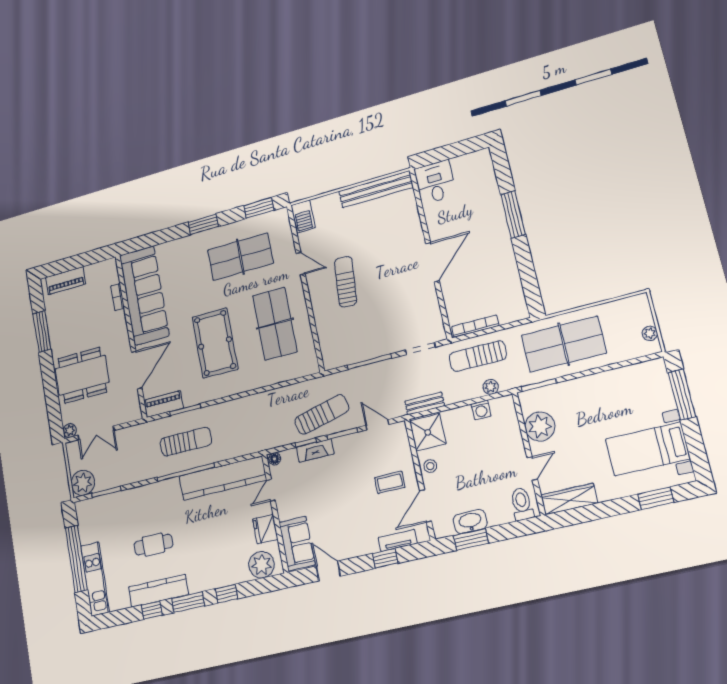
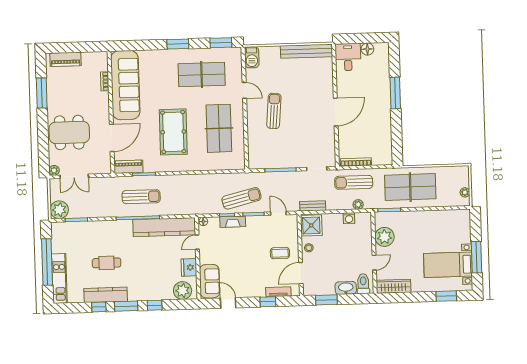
floor lamp: (461, 164) -> (367, 49), added
window: (682, 395) -> (477, 257), moved
washbasin: (470, 522) -> (346, 288), moved

